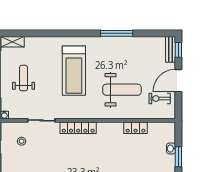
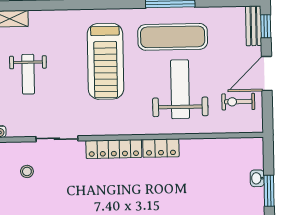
exercise mat: (118, 56) -> (173, 37), added
weight bench: (24, 78) -> (28, 74), turned 180
weight bench: (122, 90) -> (180, 89), turned -90
locker: (136, 128) -> (161, 148), moved

